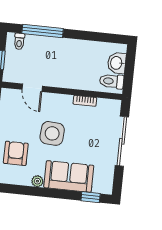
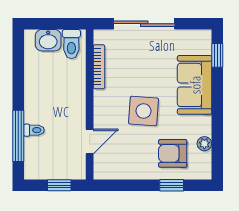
toilet: (19, 41) -> (34, 130), moved
bookcase: (85, 101) -> (99, 67), width x1.56
plant: (37, 181) -> (204, 144), moved

